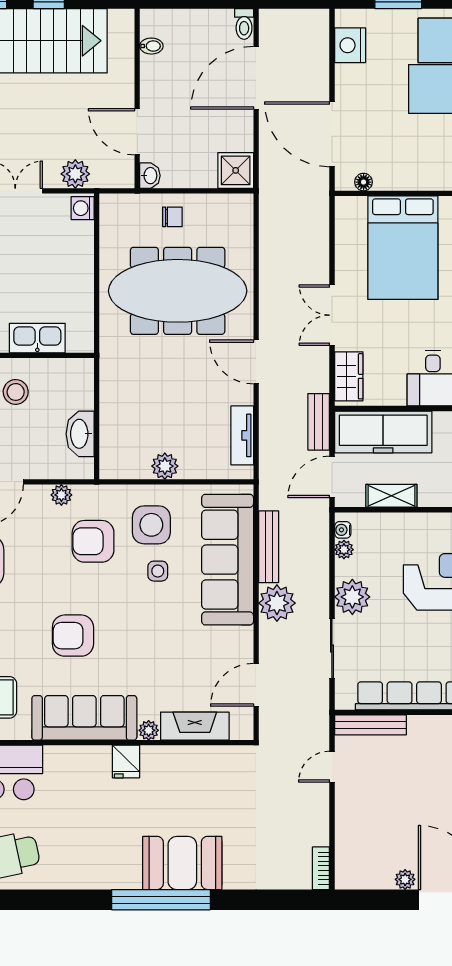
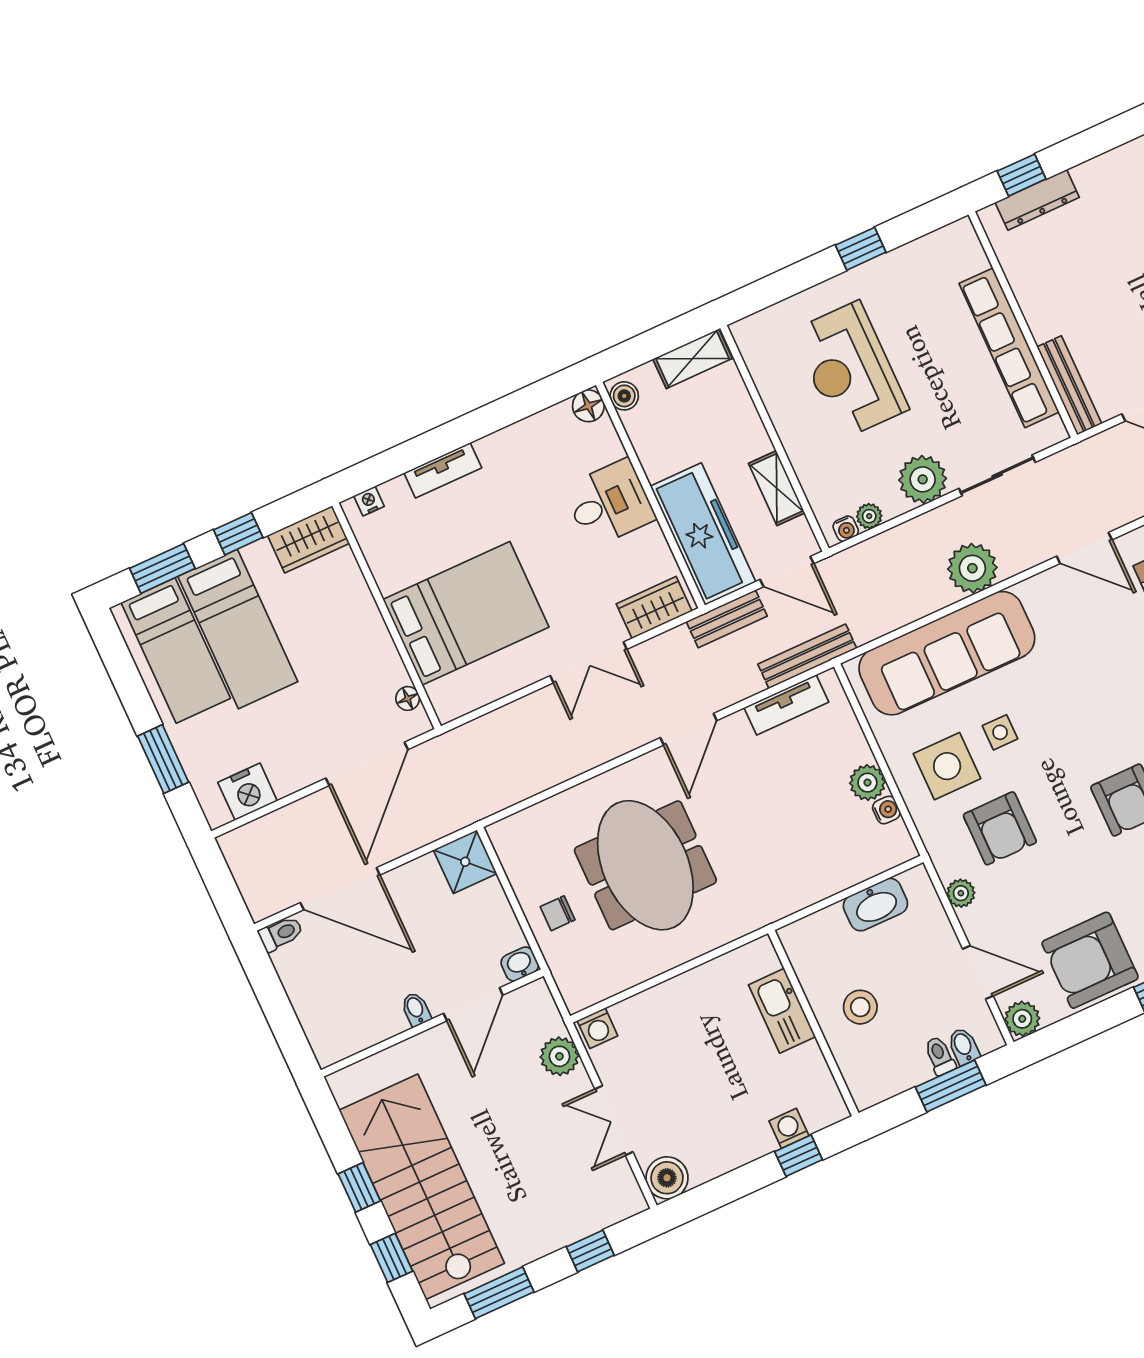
bidet: (151, 46) -> (416, 1009), moved
chair: (172, 217) -> (558, 913), turned -90
meeting table: (178, 291) -> (645, 865), width x0.73
water cooler: (141, 470) -> (886, 810), added
bench: (269, 547) -> (807, 656), moved

